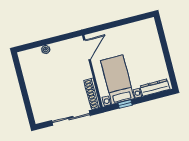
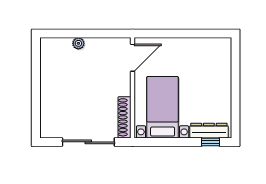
window: (125, 104) -> (210, 142), moved

